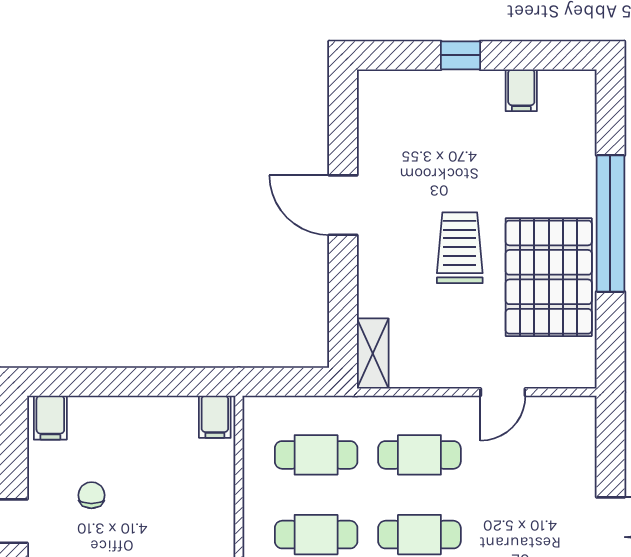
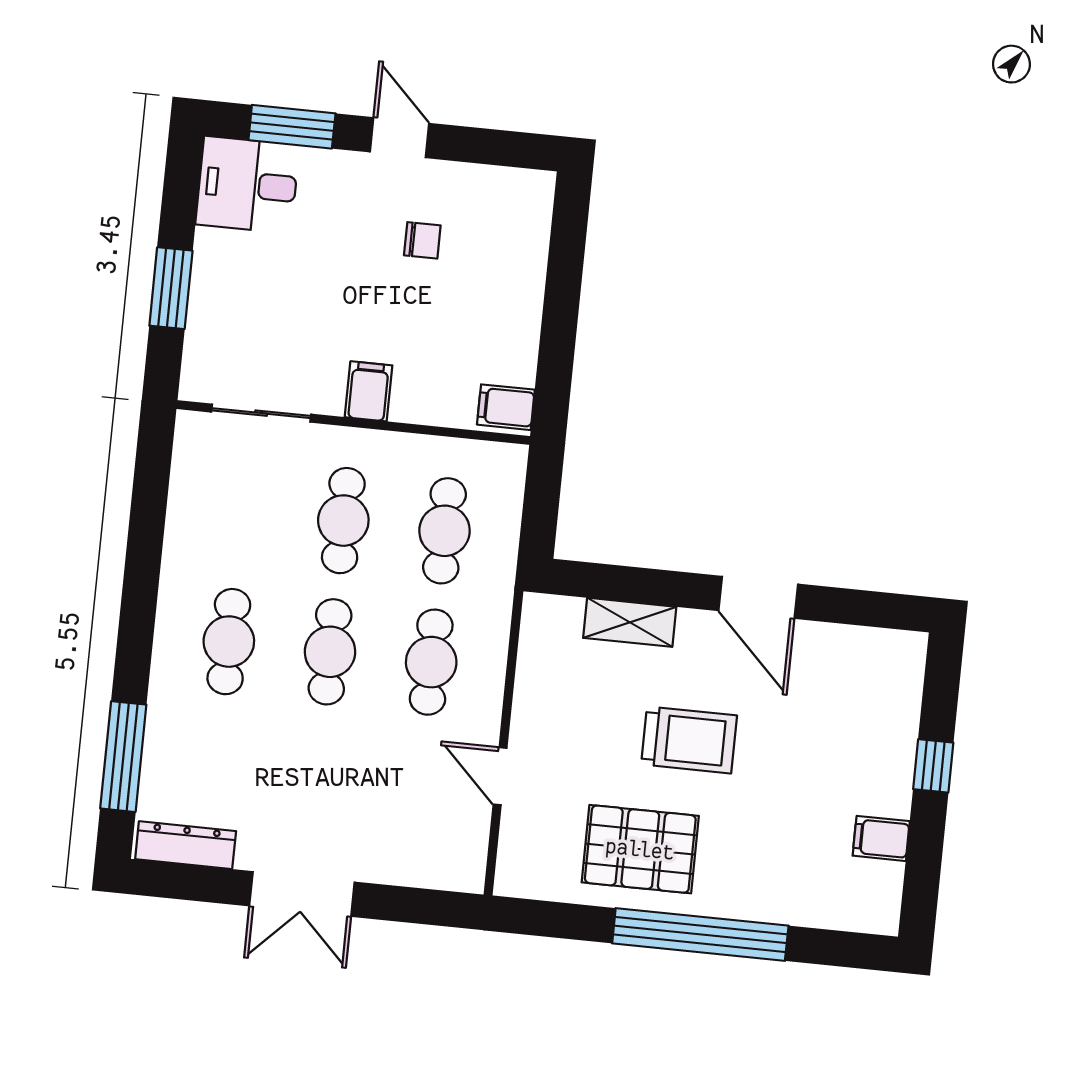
door: (343, 205) -> (758, 597), swing flipped
pallet: (549, 277) -> (640, 849), width x0.73, depth x0.71
shelving: (373, 354) -> (630, 622), moved
filing cabinet: (50, 418) -> (369, 391), moved, turned 90

